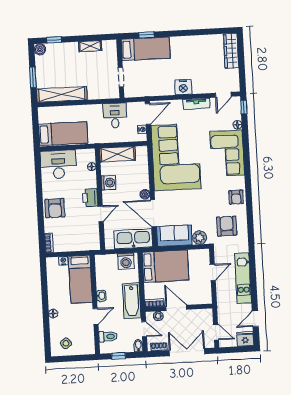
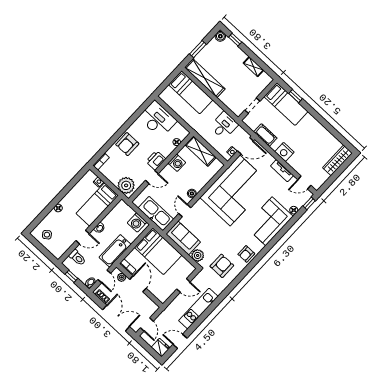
cot: (155, 90) -> (265, 135), added
bed: (63, 134) -> (191, 92), moved
door: (153, 213) -> (185, 211), width x0.53
plant: (87, 241) -> (126, 185), added

